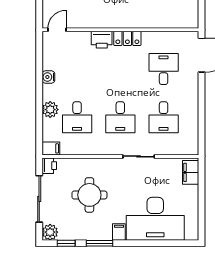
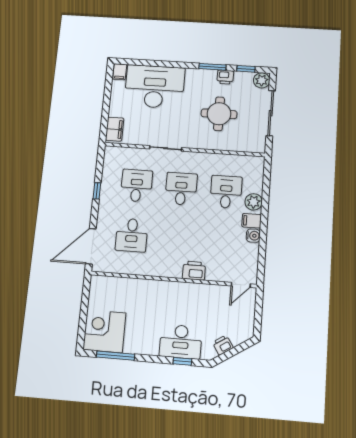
locker: (127, 38) -> (167, 270), removed
window: (201, 109) -> (97, 191), added
filing cabinet: (51, 148) -> (252, 221), moved
printer: (49, 166) -> (225, 77), moved, turned -90
filing cabinet: (119, 232) -> (120, 72), moved

